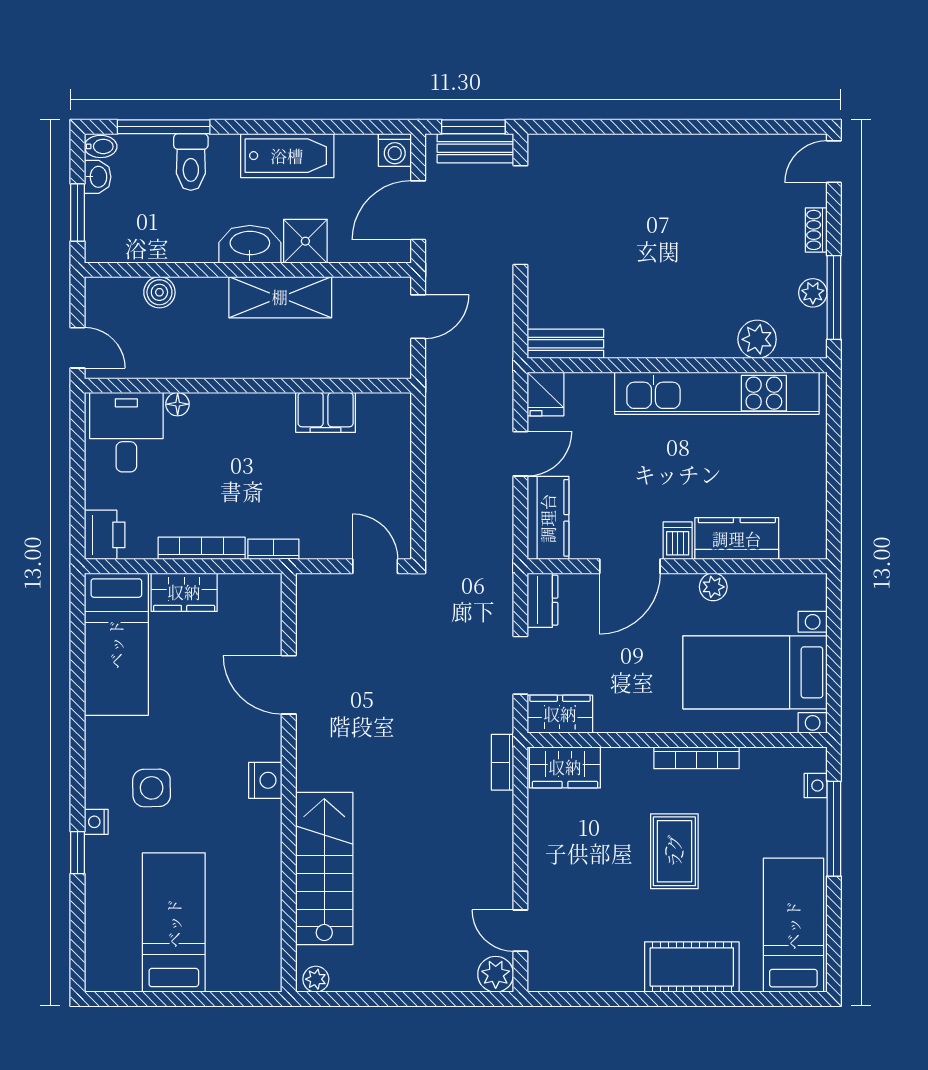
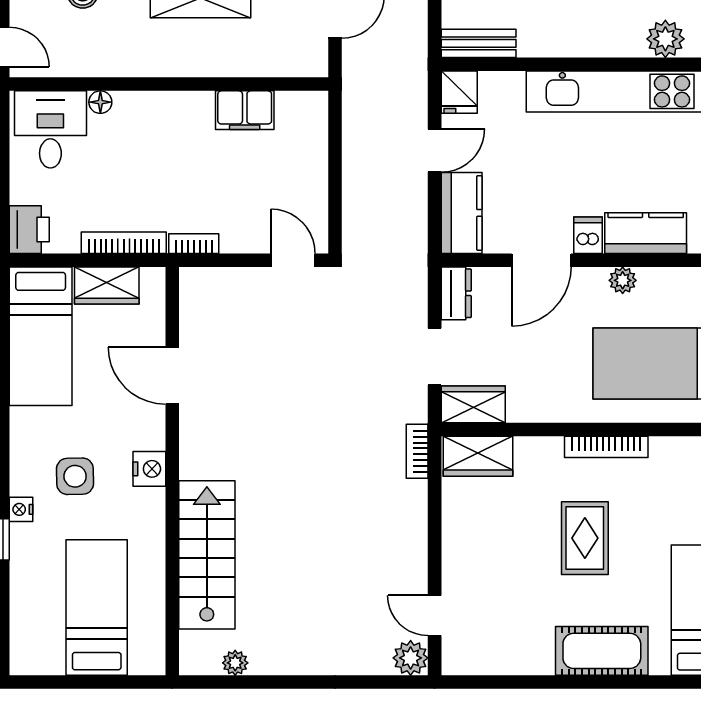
door: (289, 685) -> (172, 376), moved
nightstand: (265, 780) -> (149, 469), moved
wall: (289, 783) -> (172, 471), moved
stairs: (324, 869) -> (207, 555), moved

